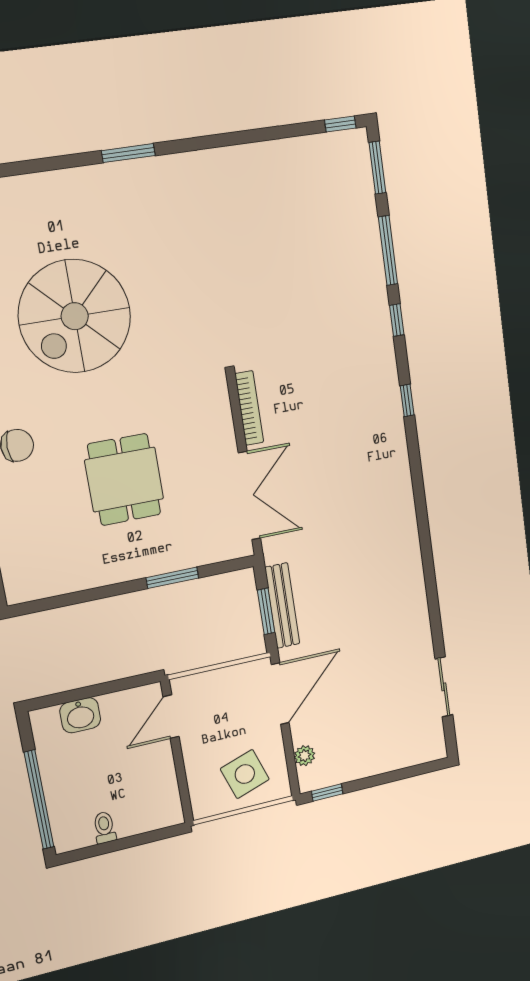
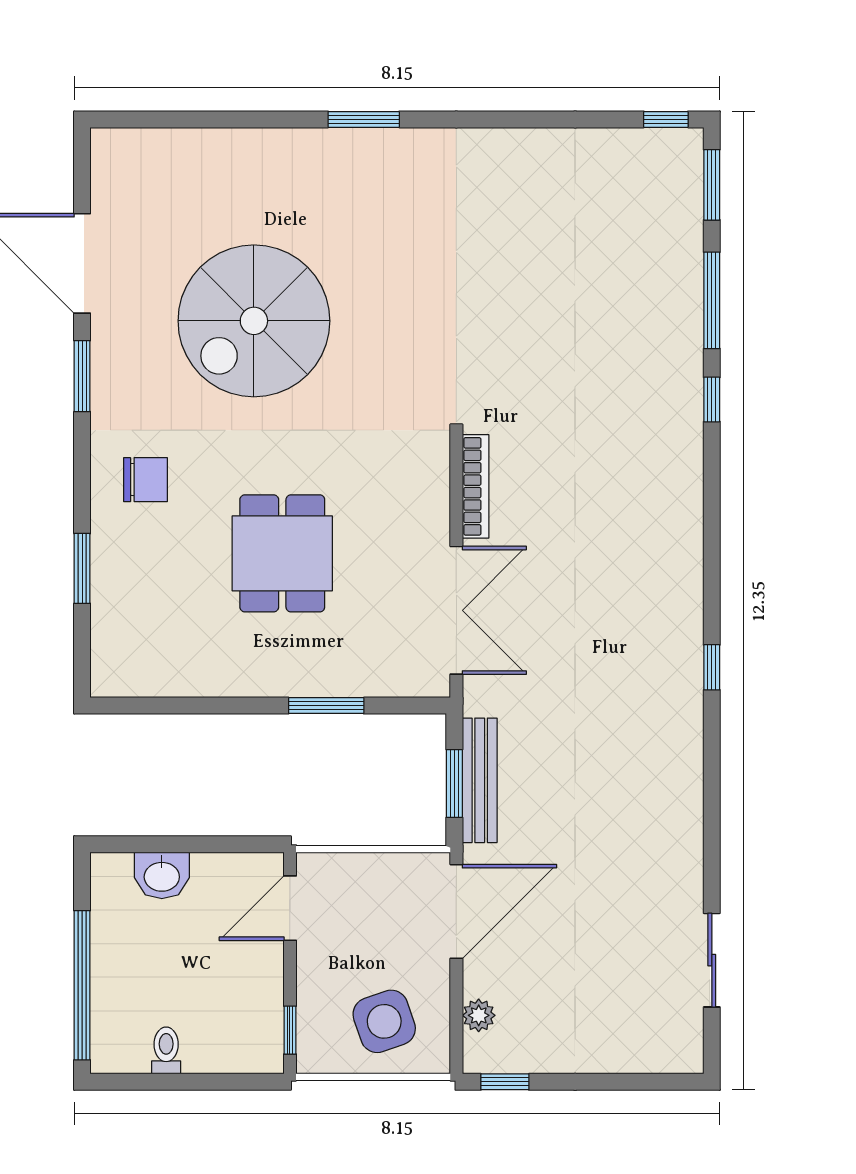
window: (407, 400) -> (712, 667), moved
window: (184, 794) -> (290, 1030), added

